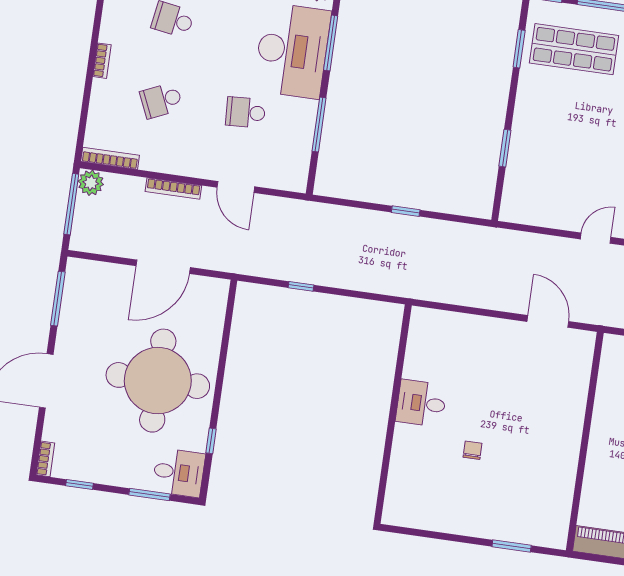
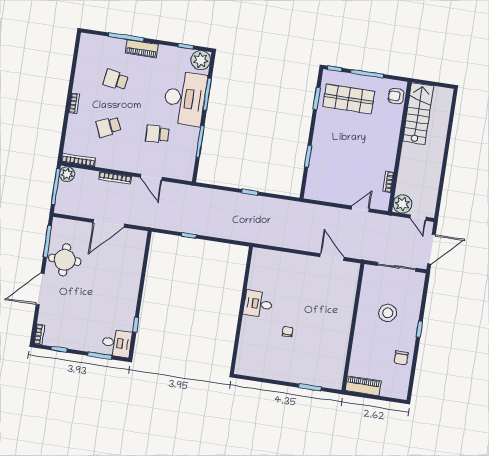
round table: (158, 381) -> (65, 260), moved, width x0.54, depth x0.54

